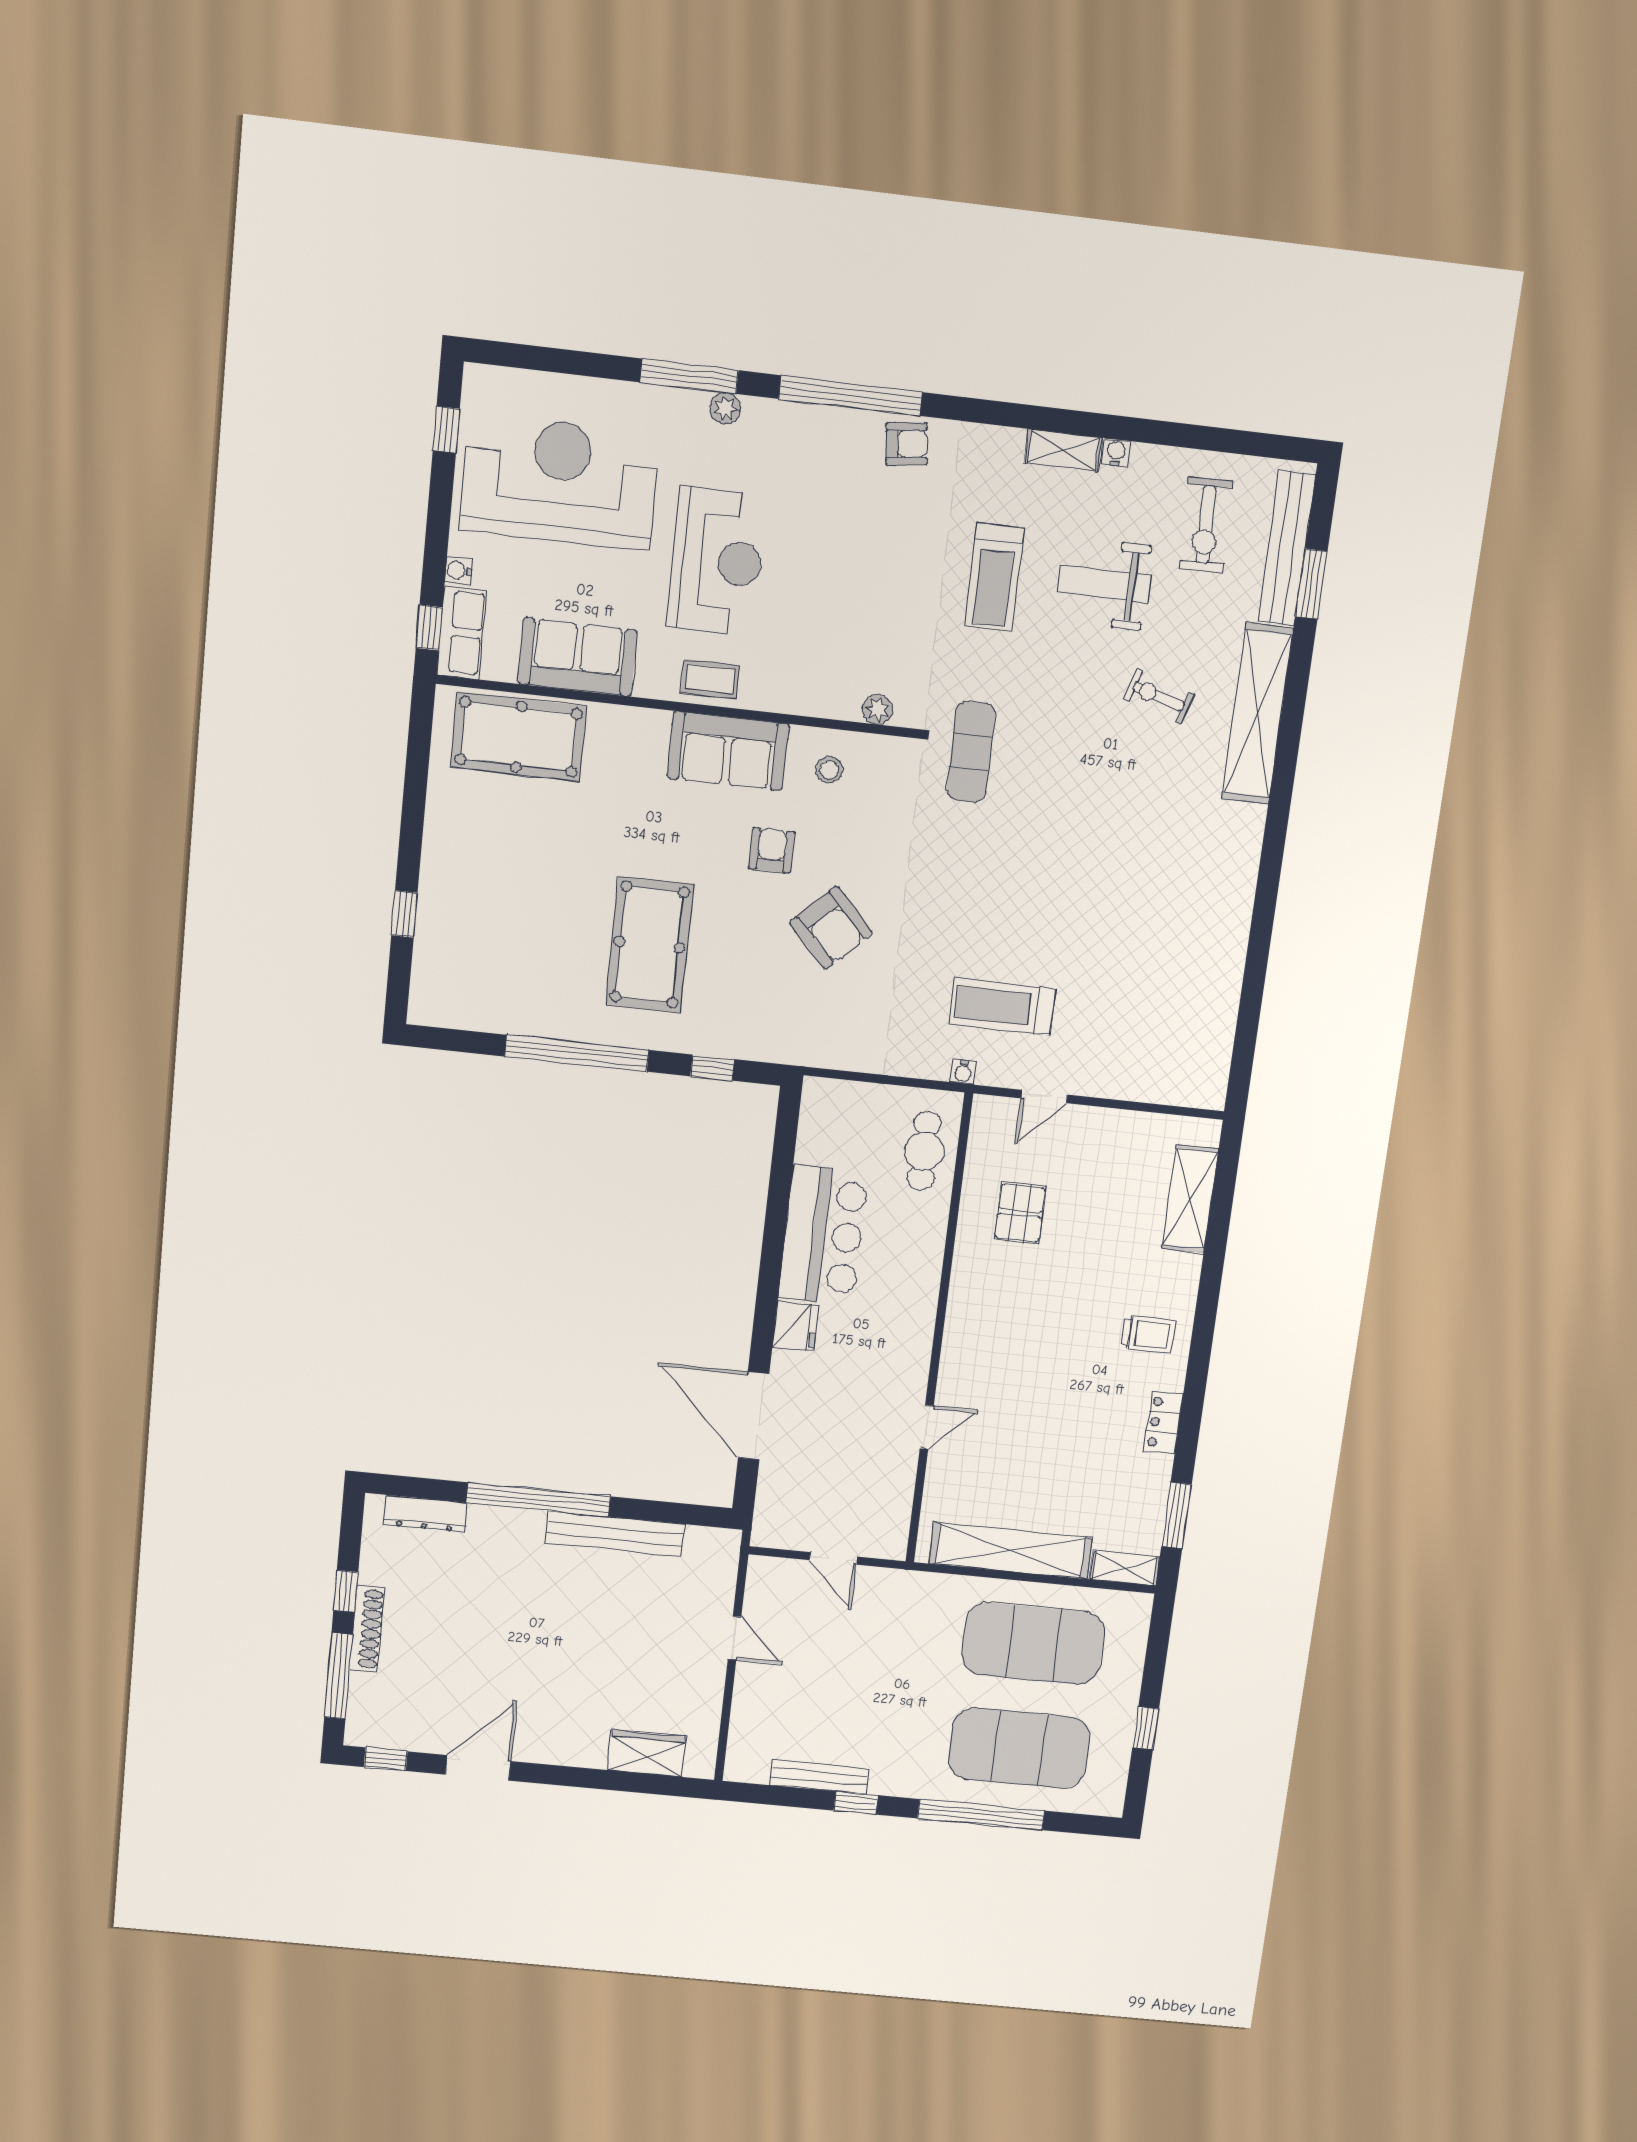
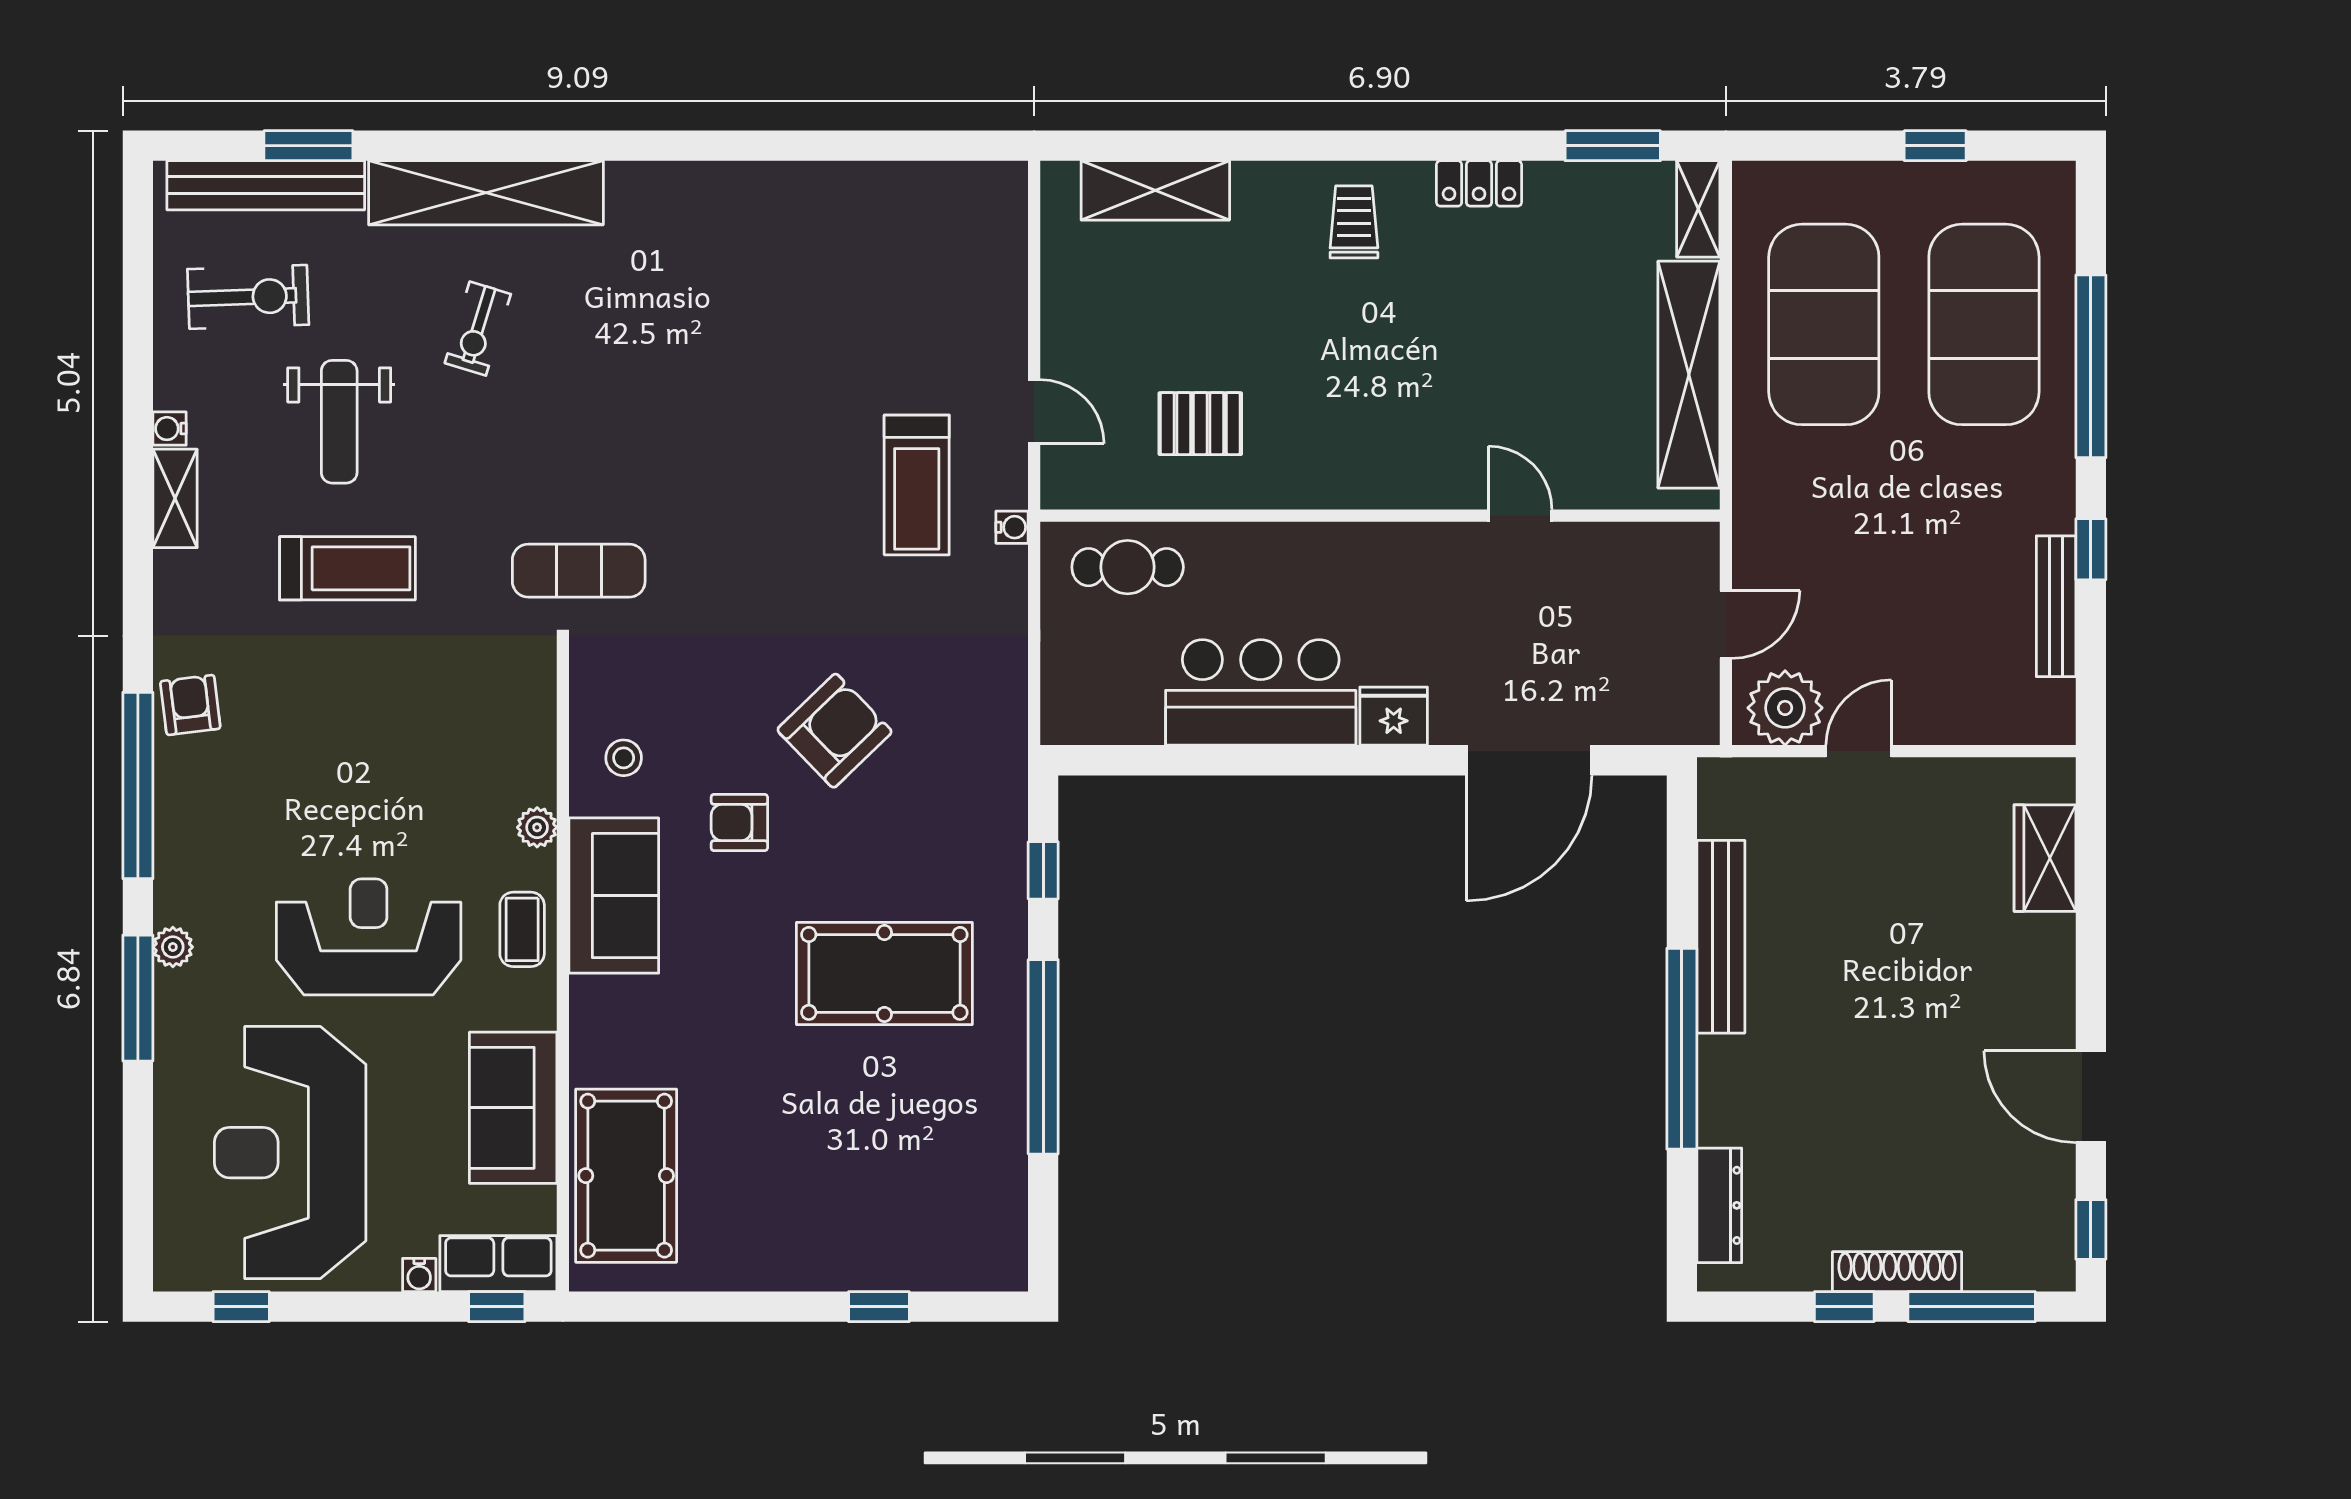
plant: (877, 709) -> (537, 827), moved
plant: (770, 1592) -> (1785, 708), added

